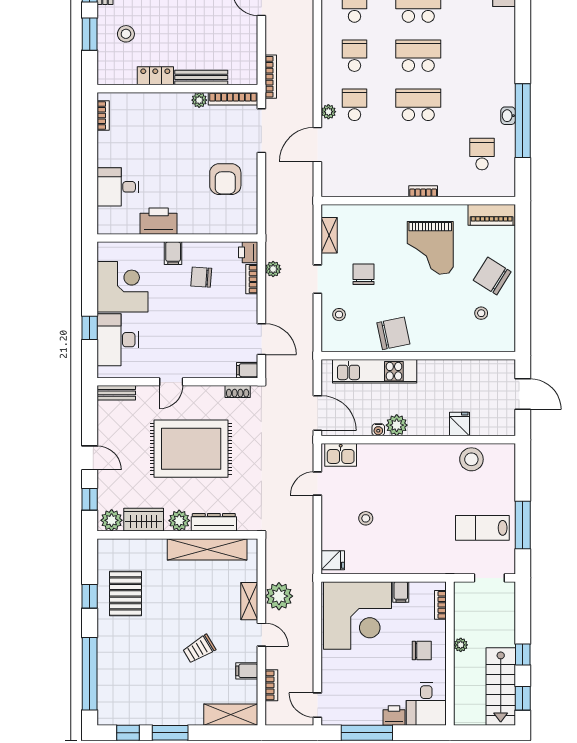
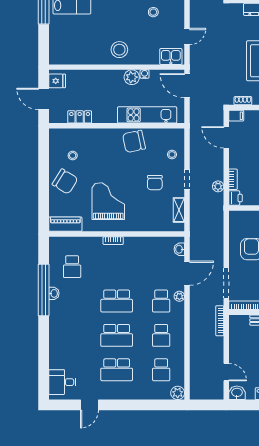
washbasin: (328, 179) -> (179, 249), added
locker: (471, 368) -> (80, 117), added
fridge: (460, 424) -> (57, 81), moved, turned -90
stool: (471, 459) -> (119, 50), moved

